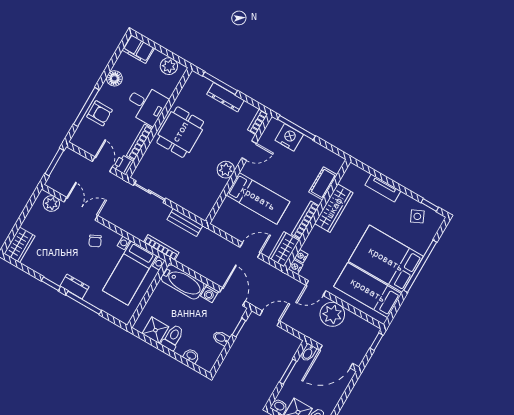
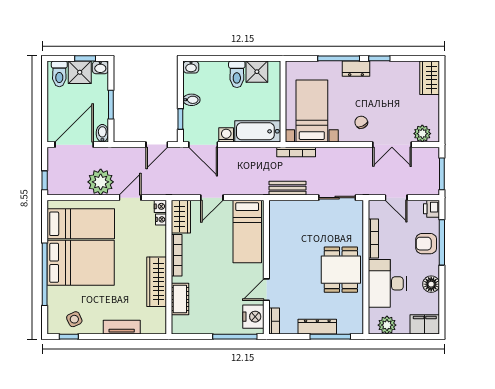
desk: (146, 105) -> (387, 283), width x1.37
nightstand: (289, 137) -> (253, 317), moved, turned -90
printer: (123, 165) -> (432, 209), moved, turned 180
plant: (226, 170) -> (278, 259), removed
bed: (258, 198) -> (247, 232), moved, turned -90
washbasin: (191, 356) -> (191, 67), moved

